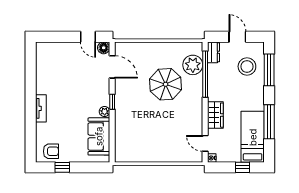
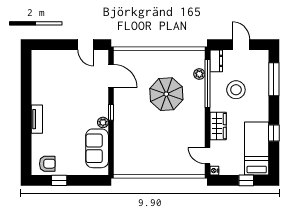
floor lamp: (104, 48) -> (102, 56), removed
plant: (193, 65) -> (199, 74), width x0.53, depth x0.53
stool: (247, 66) -> (236, 90), moved
window: (269, 122) -> (274, 133), width x0.46

